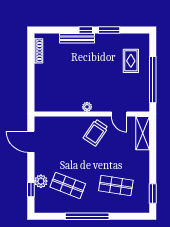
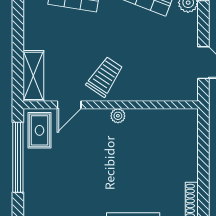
rug: (131, 61) -> (39, 130), moved
door: (119, 114) -> (69, 105), swing flipped

